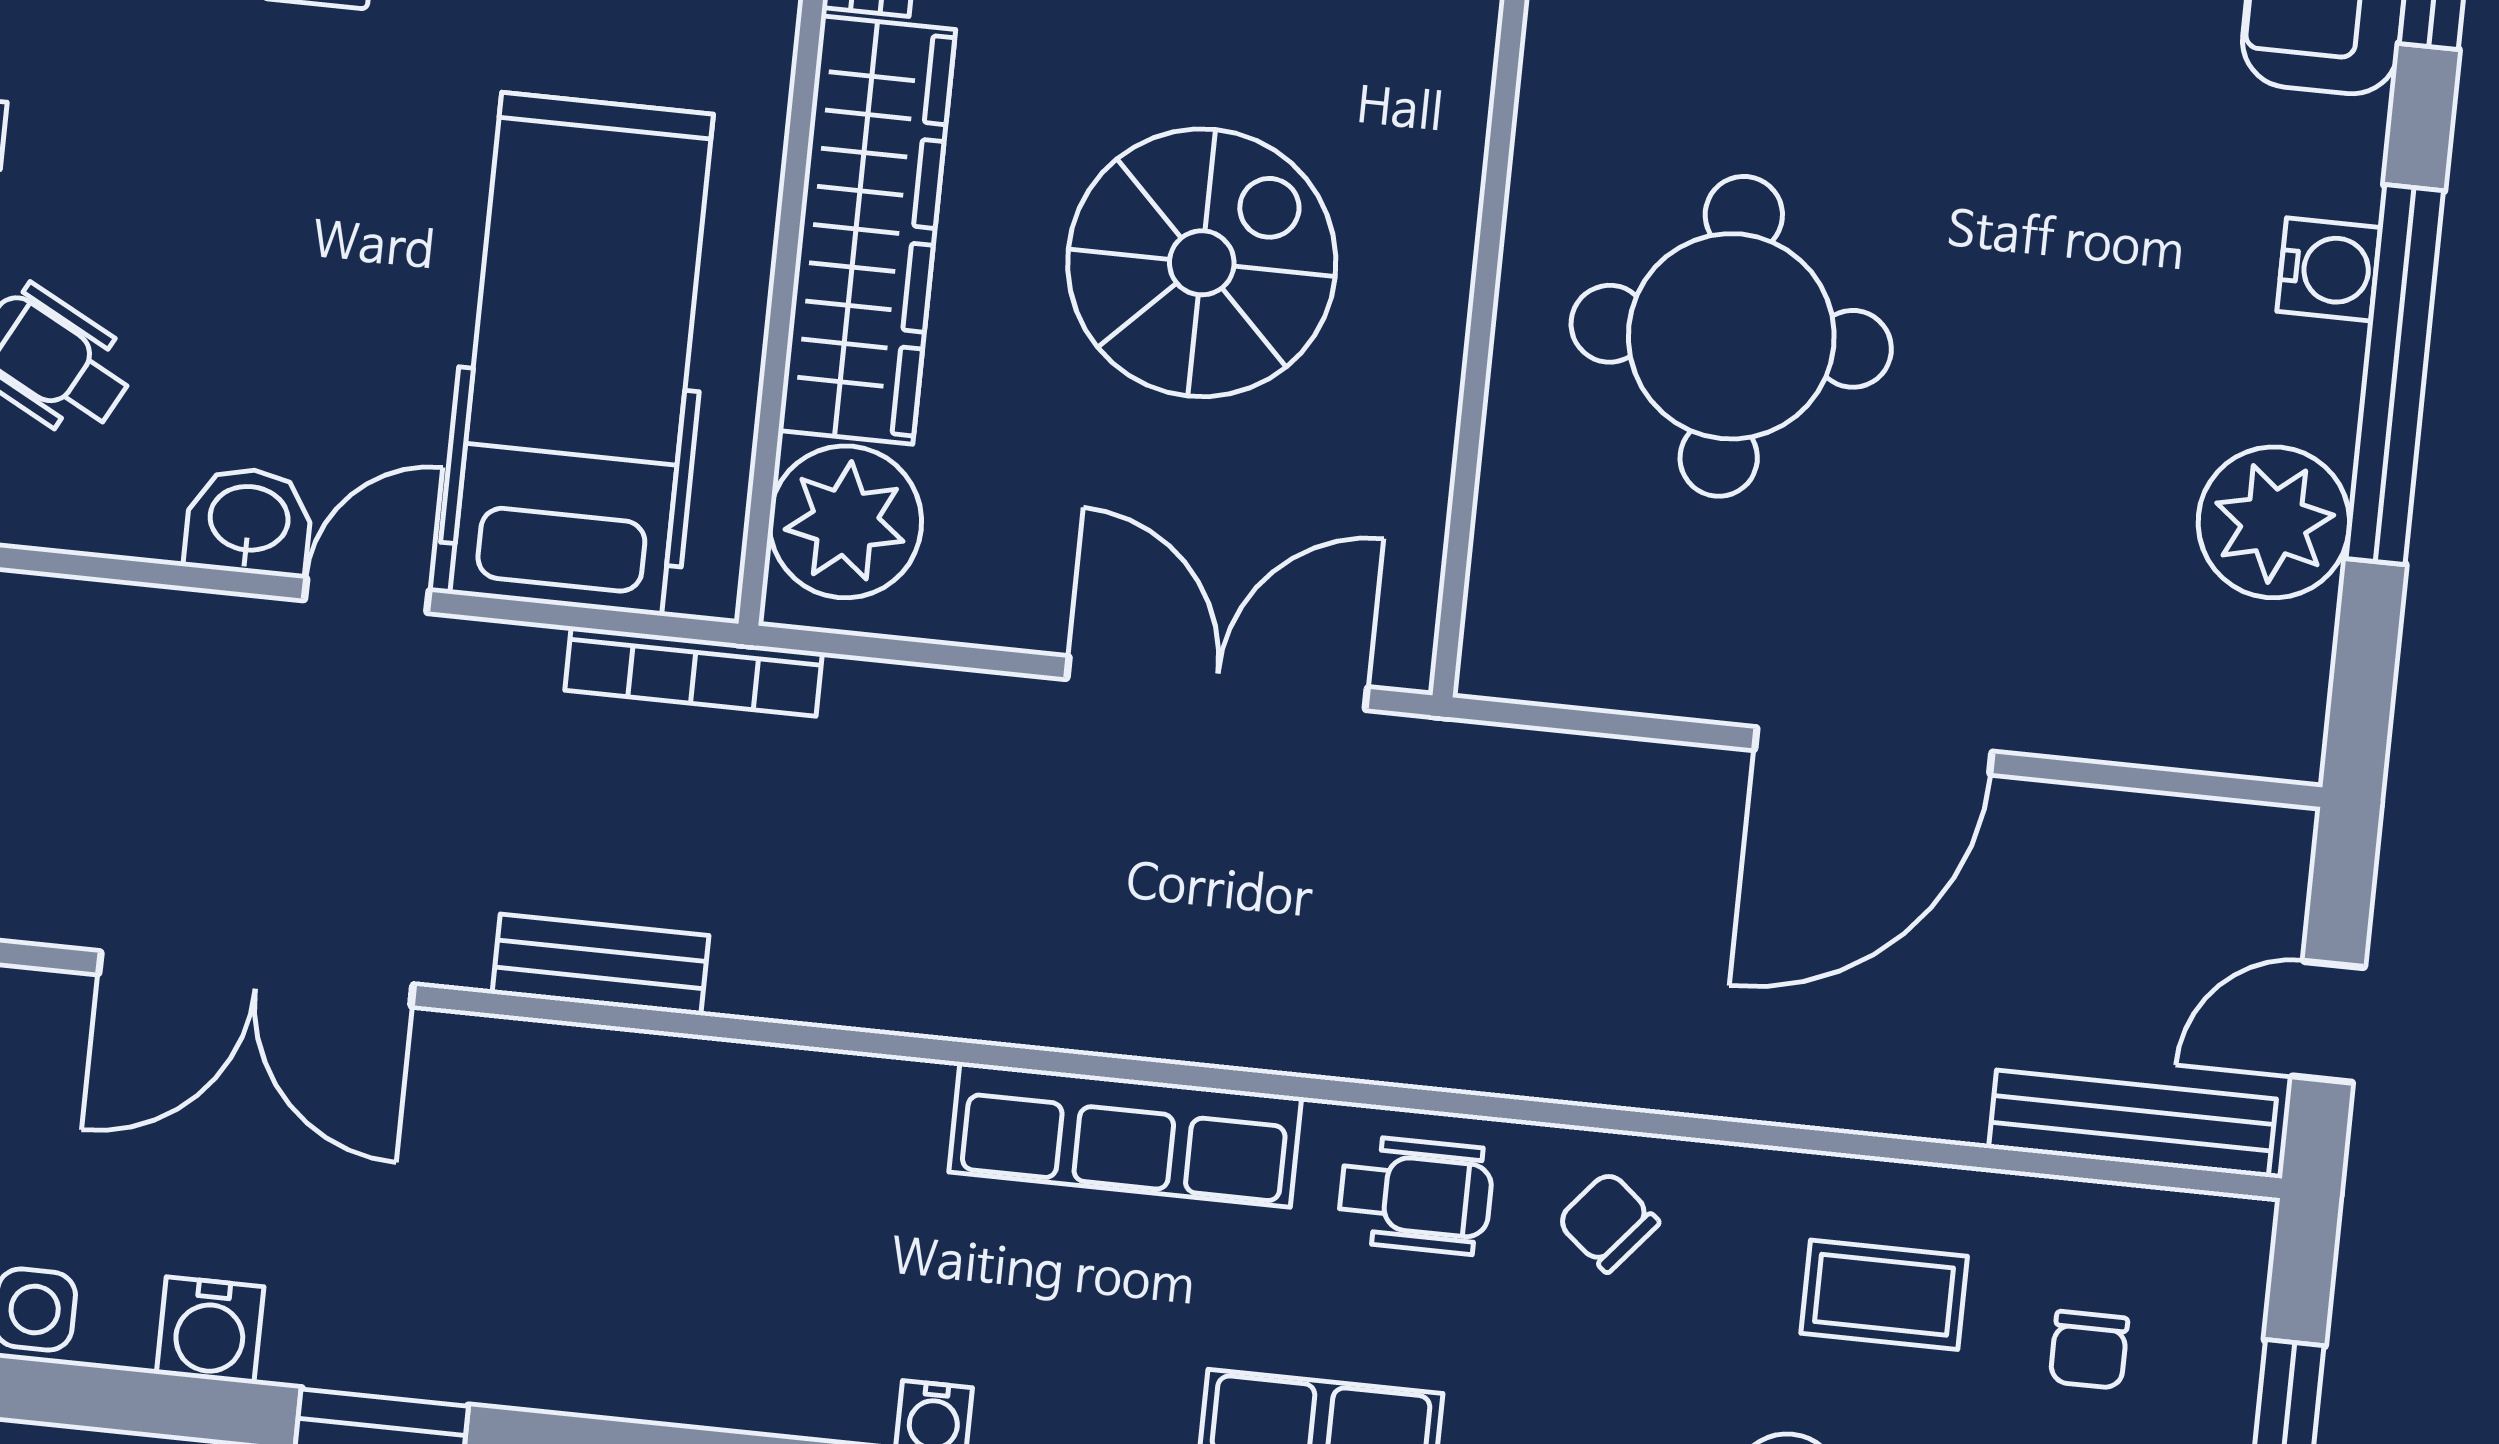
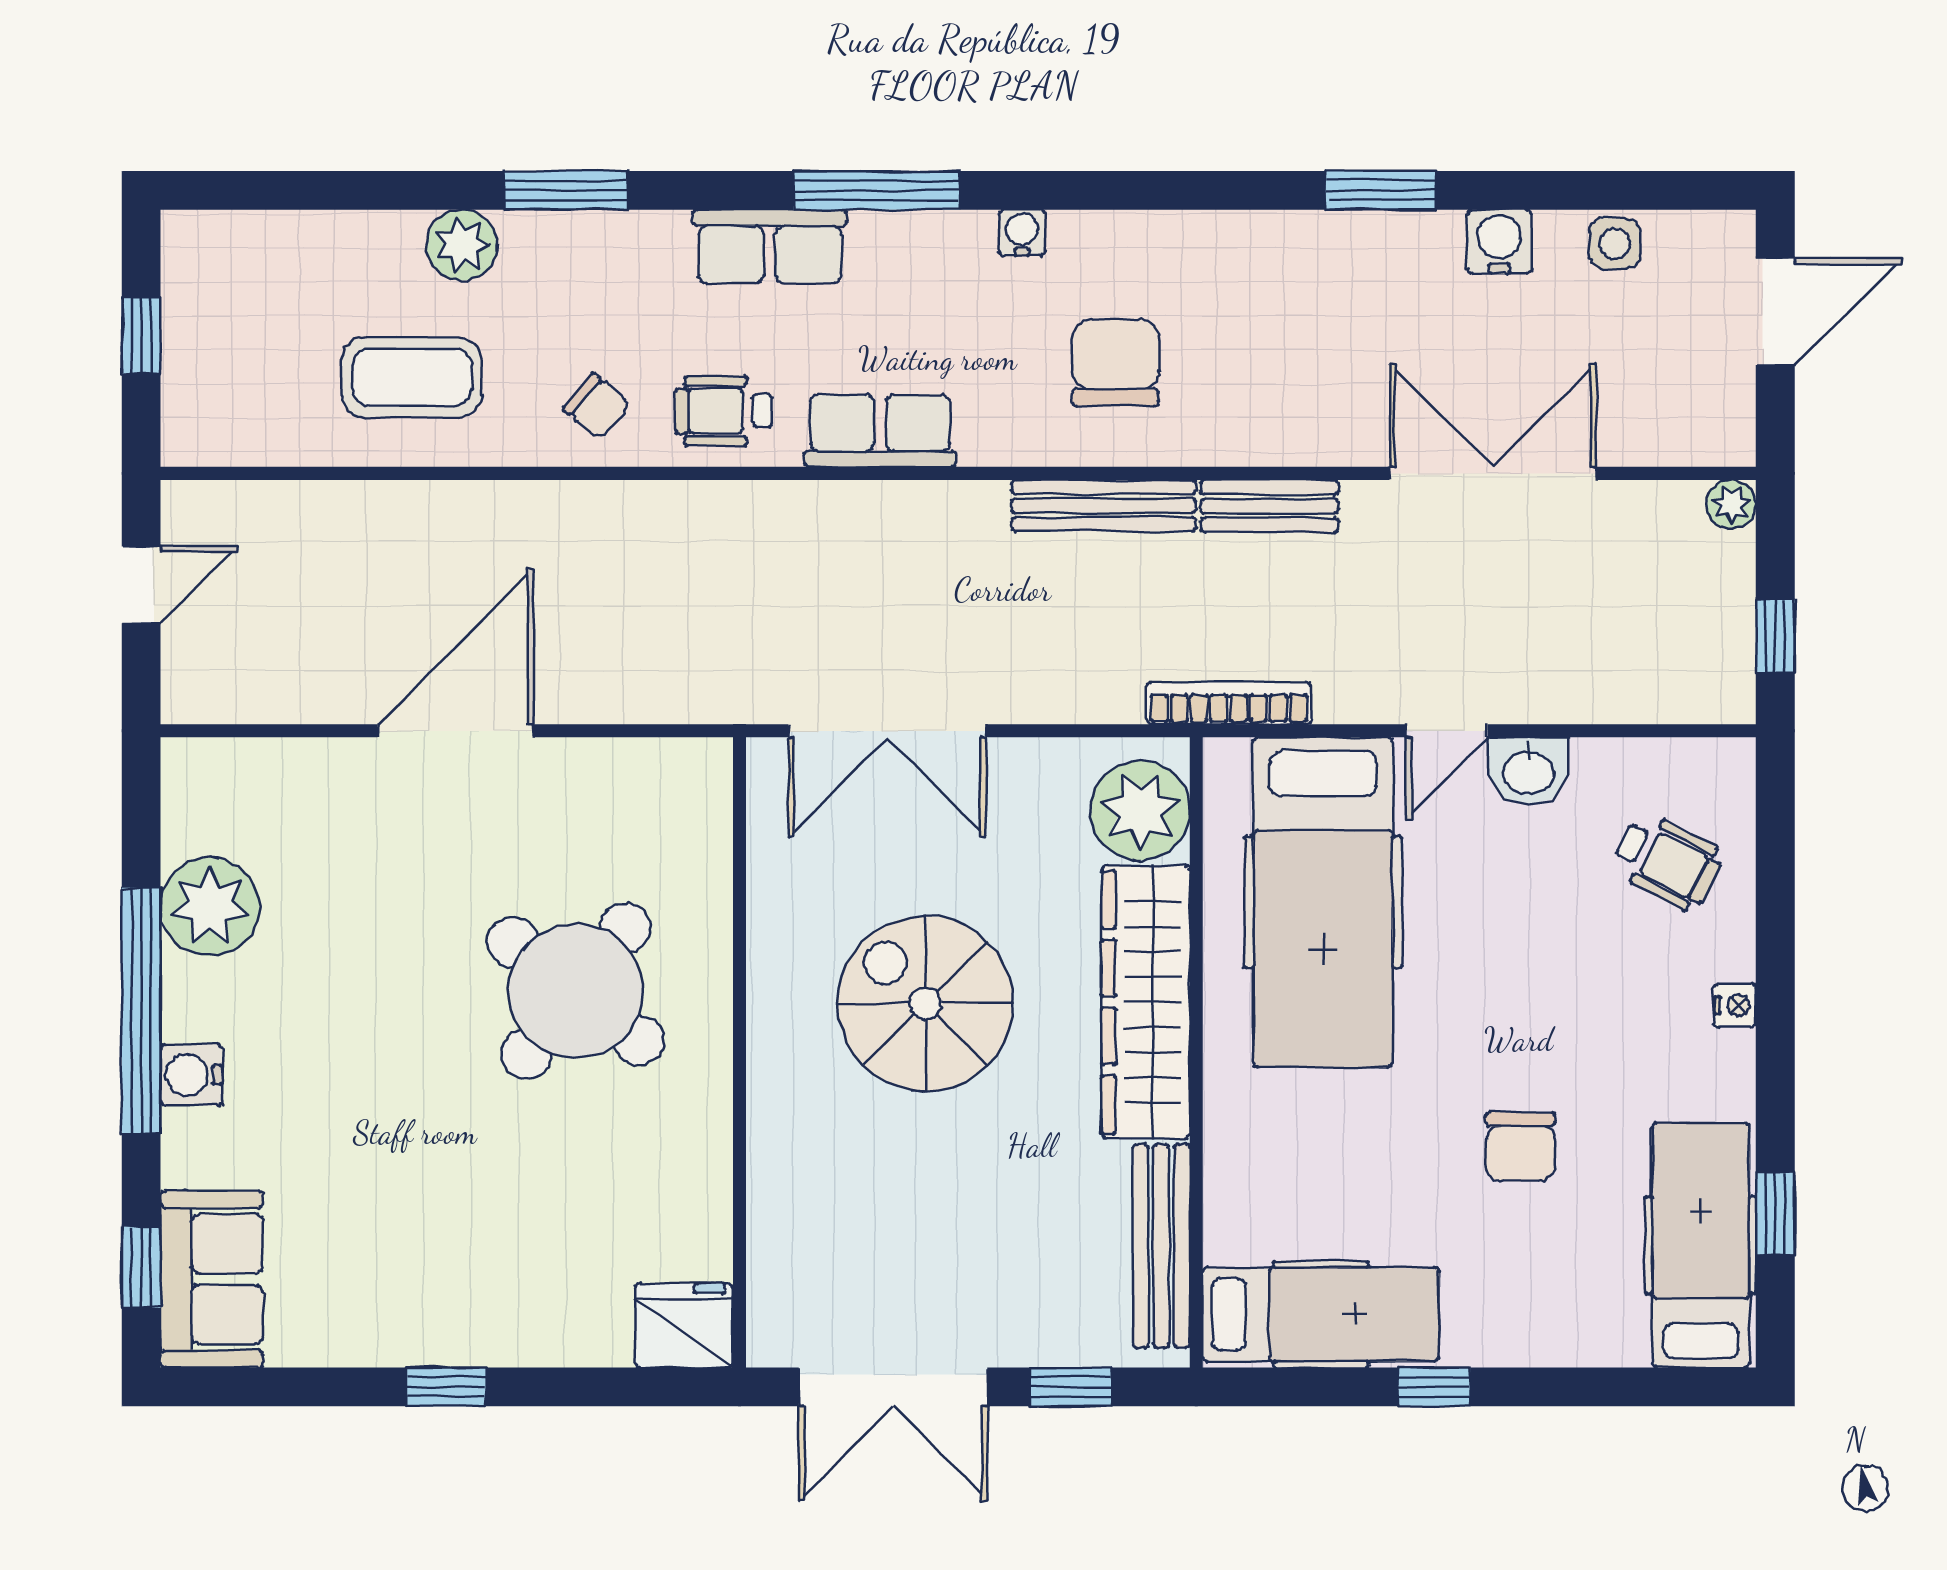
spiral stairs: (1202, 263) -> (925, 1003), turned 90
round table: (1731, 336) -> (576, 991), turned 38
bench: (2132, 1123) -> (1104, 506), moved
row of seats: (1125, 1135) -> (880, 431), width x0.68
coffee table: (1884, 1295) -> (412, 377), width x1.36, depth x1.30
chair: (2089, 1350) -> (1115, 362), moved, width x1.87, depth x1.87

